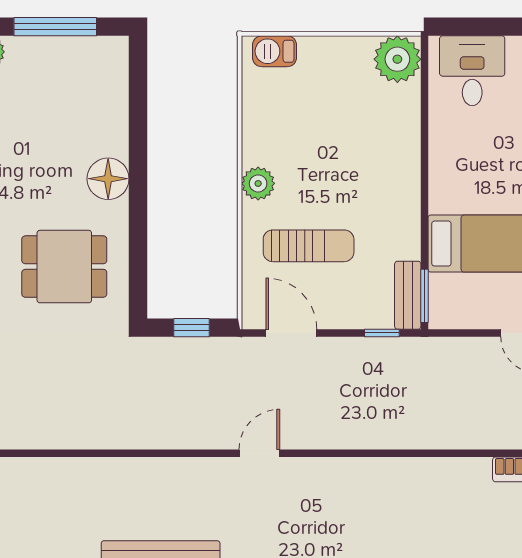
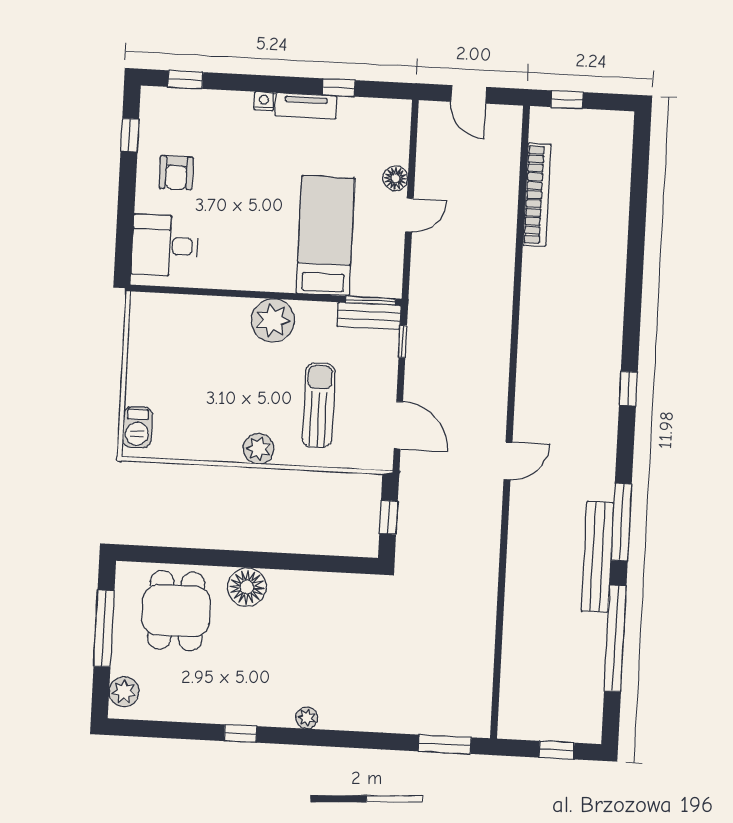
plant: (397, 59) -> (273, 320), moved
dining table: (64, 267) -> (176, 611), moved
door: (291, 333) -> (398, 425), swing flipped
door: (259, 453) -> (508, 461), swing flipped

